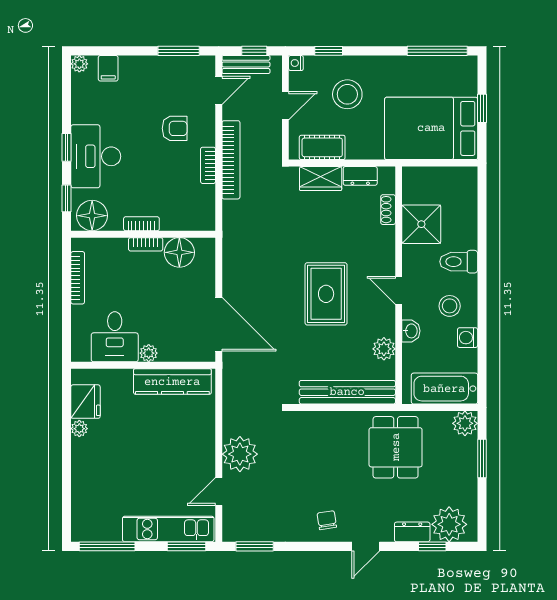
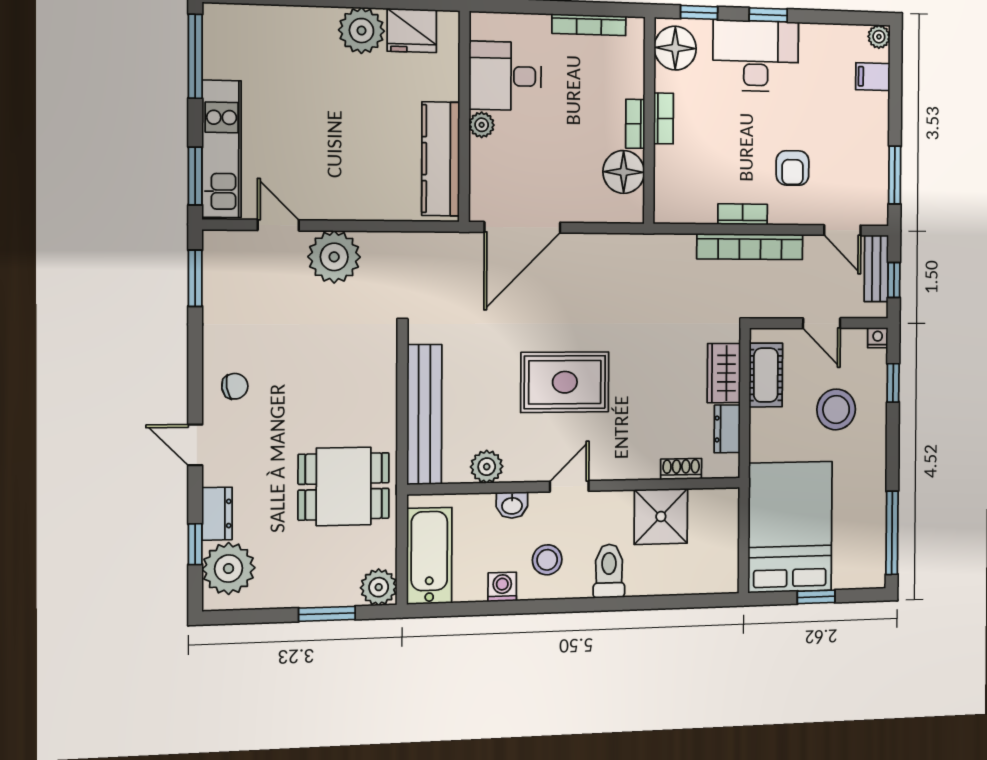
plant: (79, 429) -> (361, 31), width x1.87, depth x1.87

